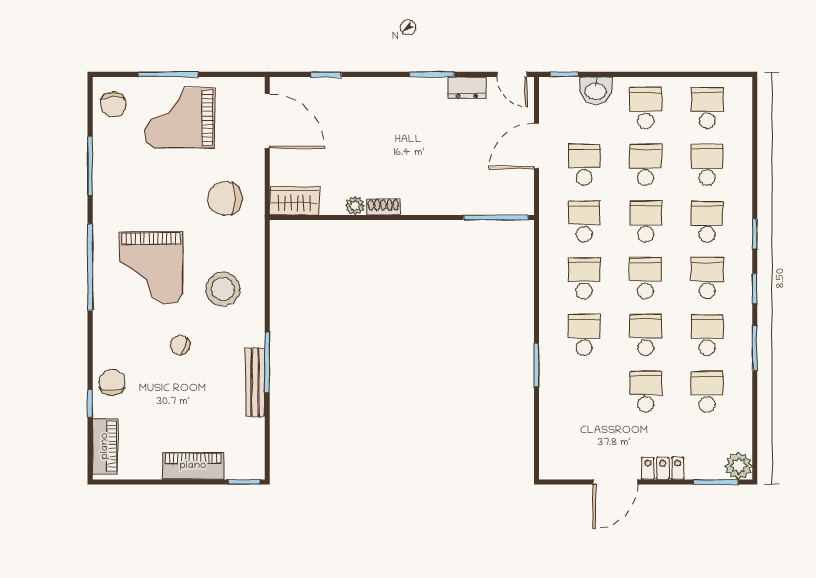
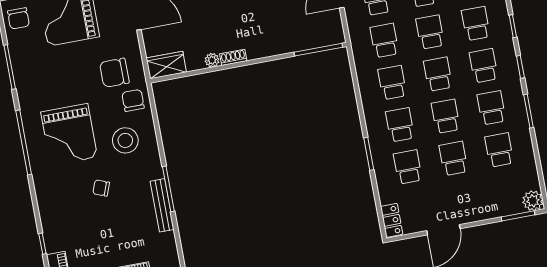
chair: (112, 382) -> (133, 100), moved
school desk: (584, 392) -> (408, 167), added
locker: (663, 468) -> (392, 220), moved, turned 90

